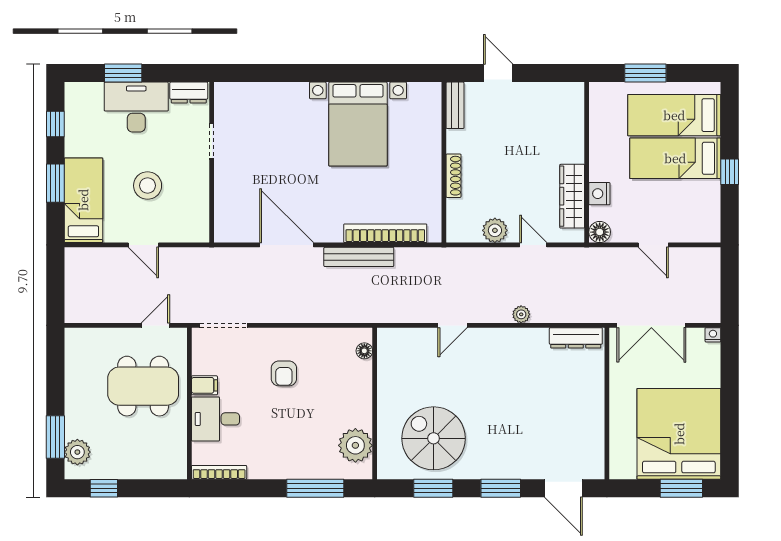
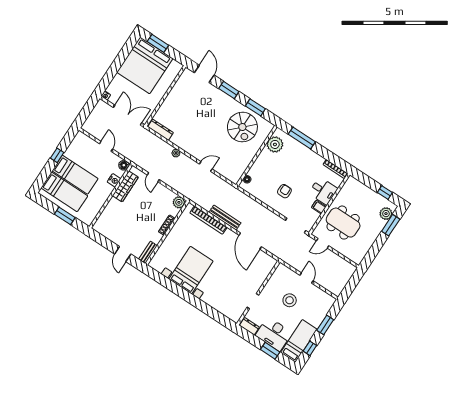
bed: (83, 200) -> (299, 341), moved, turned 180
plant: (495, 230) -> (179, 202), moved

